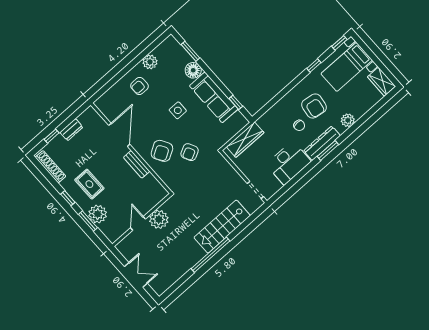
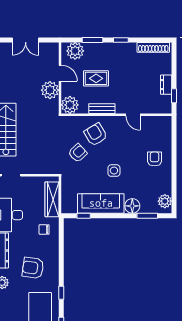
plant: (150, 62) -> (165, 201), moved
chair: (299, 125) -> (44, 230), moved
door: (119, 135) -> (133, 115), width x0.53
window: (52, 136) -> (174, 96), moved
armchair: (190, 152) -> (78, 153), turned 74
rug: (89, 184) -> (96, 78), moved
plant: (156, 193) -> (70, 105), added
plant: (98, 214) -> (75, 51), moved

